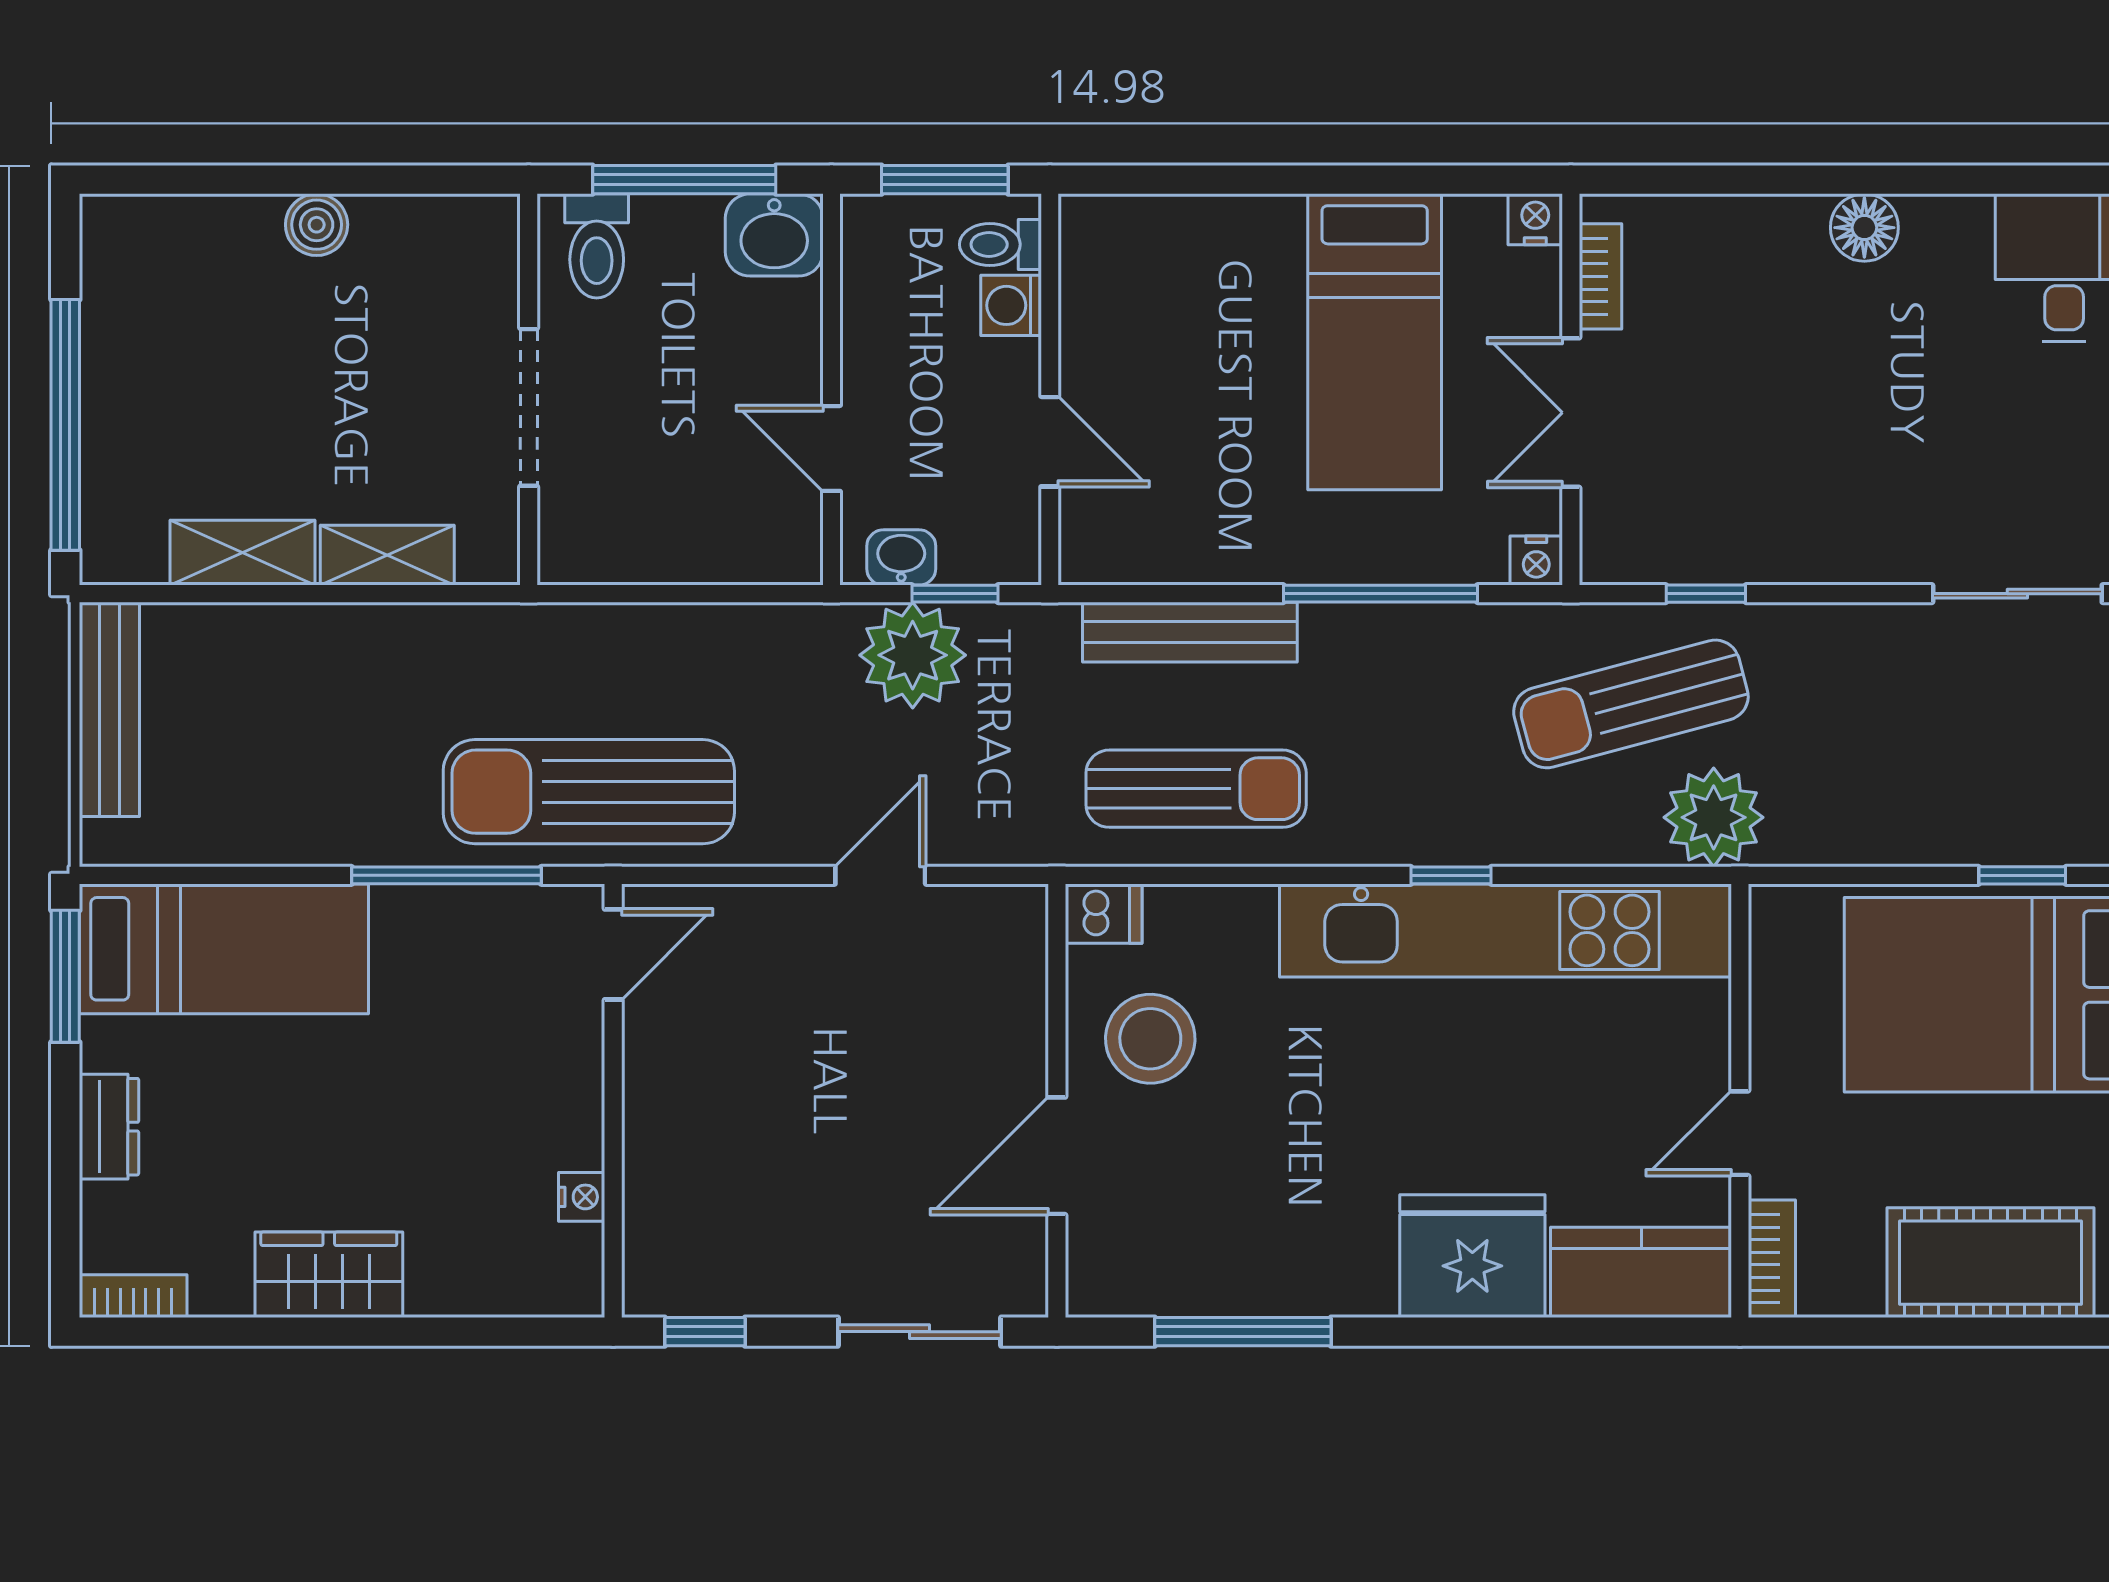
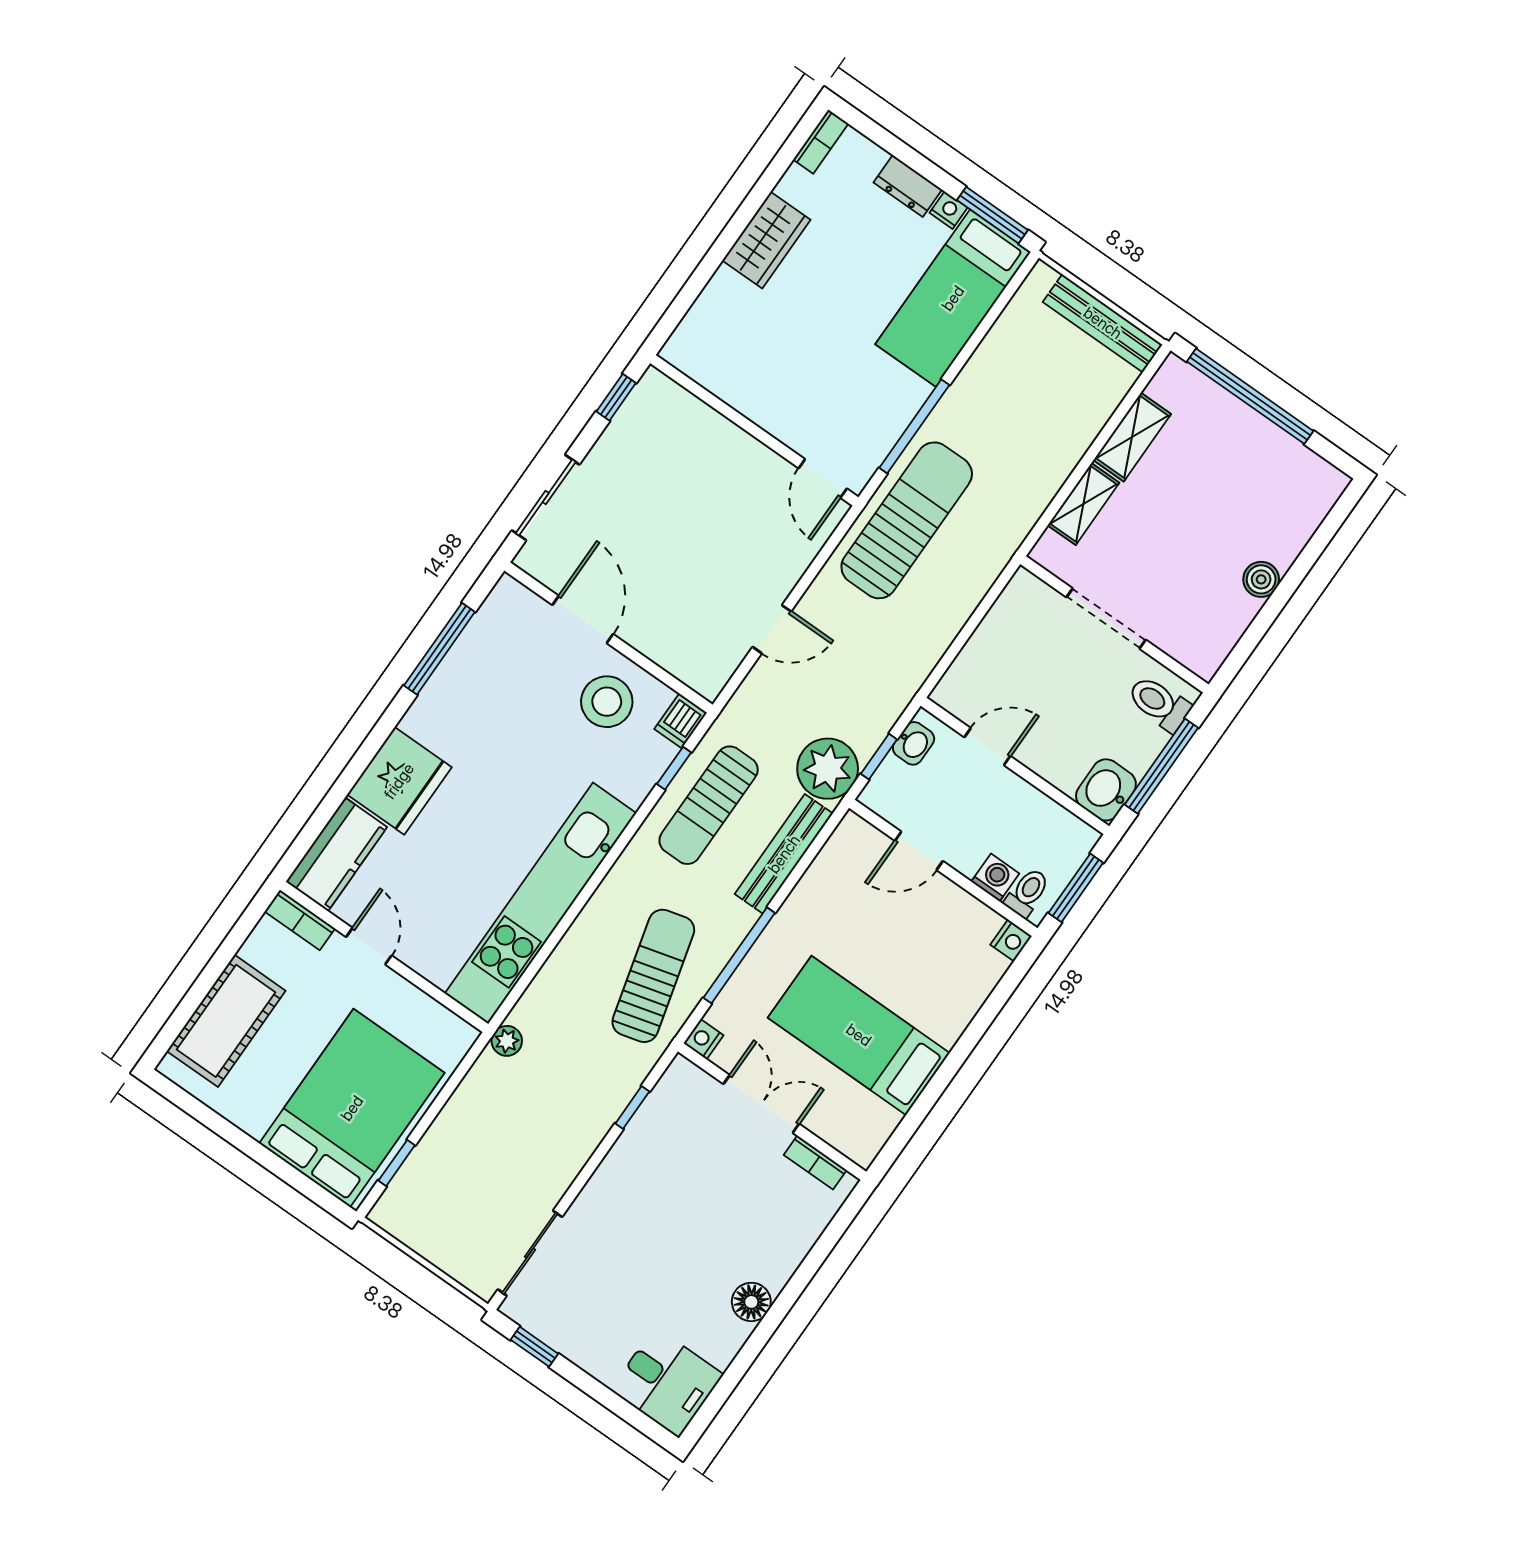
nightstand: (1535, 219) -> (1011, 940), moved
plant: (913, 655) -> (828, 769), moved
sun lounger: (1631, 704) -> (653, 976), moved
plant: (1714, 817) -> (507, 1041), width x0.53, depth x0.53
door: (880, 875) -> (772, 629), hinge flipped
window: (1451, 875) -> (674, 768), moved
nightstand: (582, 1197) -> (949, 210), moved, turned 180

